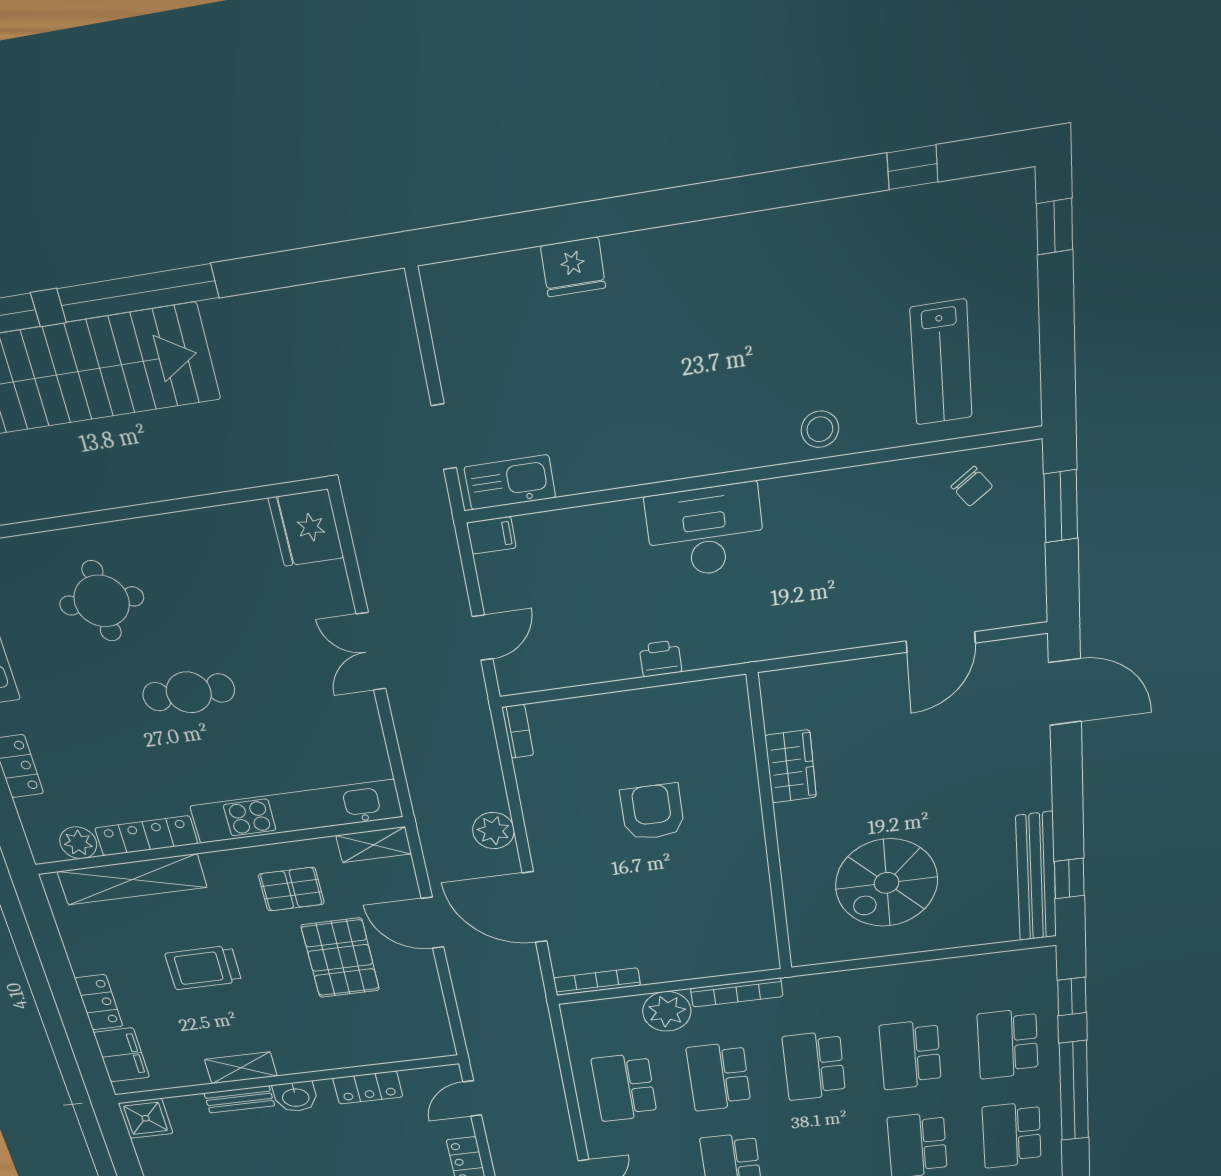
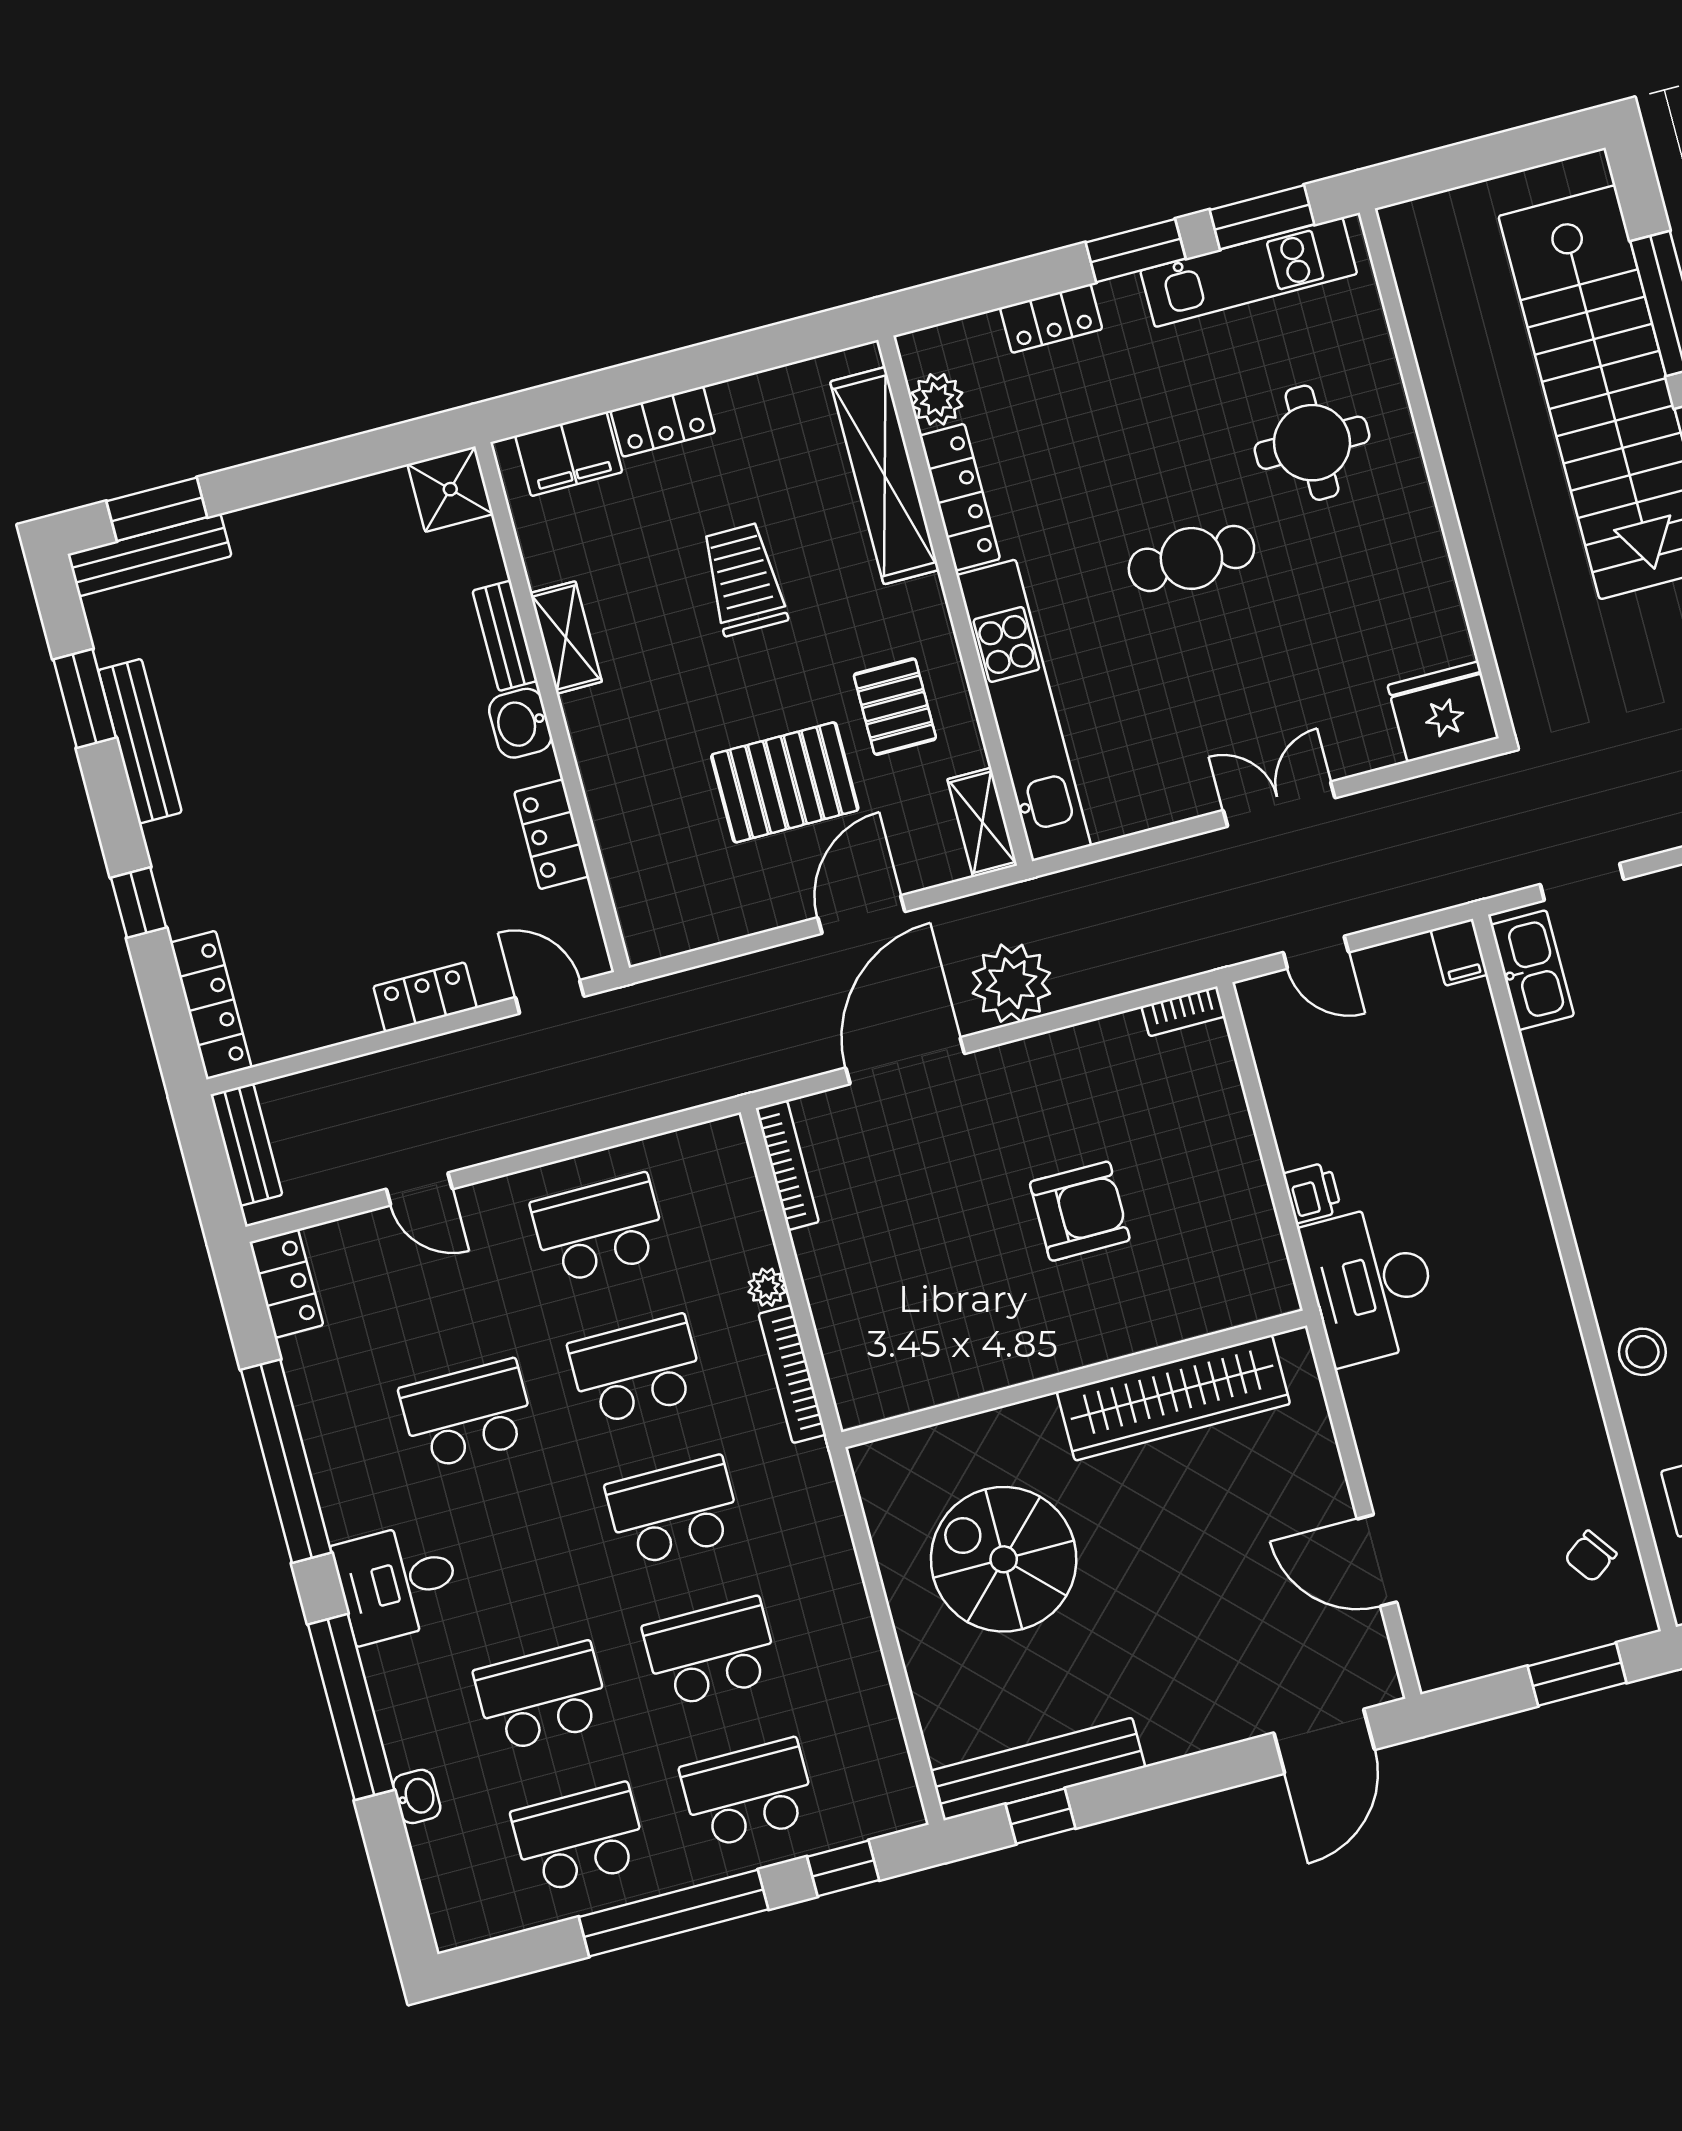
desk: (705, 531) -> (1371, 1284), moved, turned 180
cafe table: (189, 692) -> (1191, 558), turned 90
wardrobe: (791, 767) -> (1173, 1398), width x2.10, depth x1.17
plant: (493, 831) -> (1011, 983), width x1.36, depth x1.36
plant: (667, 1011) -> (767, 1287), width x0.53, depth x0.53

